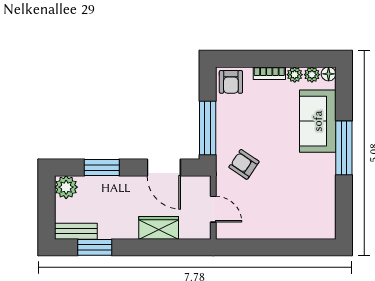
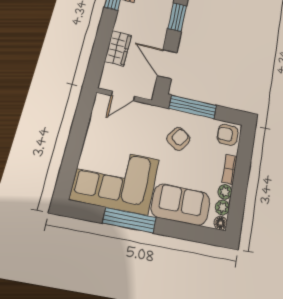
window: (344, 148) -> (129, 220), moved
armchair: (244, 164) -> (178, 139), moved
door: (164, 168) -> (167, 64), hinge flipped
corner sofa: (306, 196) -> (115, 179), added

